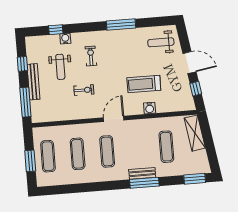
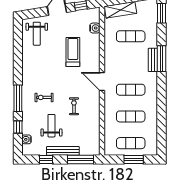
window: (121, 24) -> (18, 98), moved
water cooler: (65, 39) -> (27, 139), moved
weight bench: (60, 67) -> (51, 126), turned -90
treadmill: (144, 84) -> (73, 52), turned 180
water cooler: (150, 108) -> (95, 28), moved

